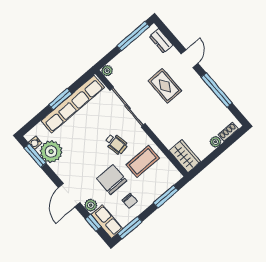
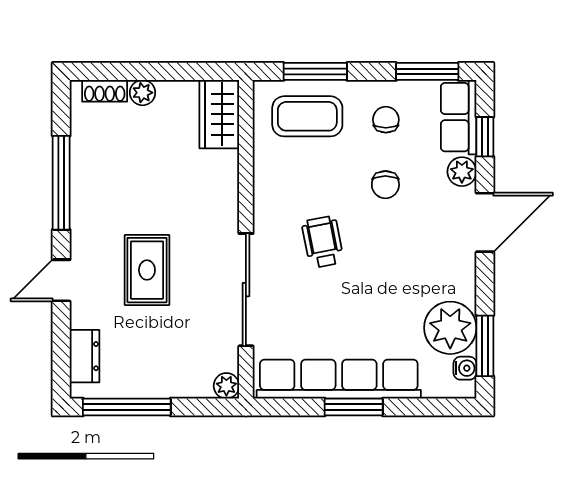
coffee table: (143, 162) -> (307, 116), moved
chair: (112, 180) -> (385, 185), width x0.54, depth x0.54

